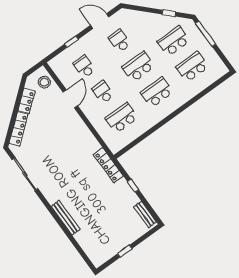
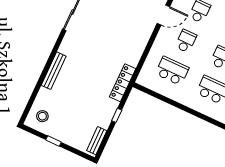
stool: (99, 249) -> (42, 116), added

